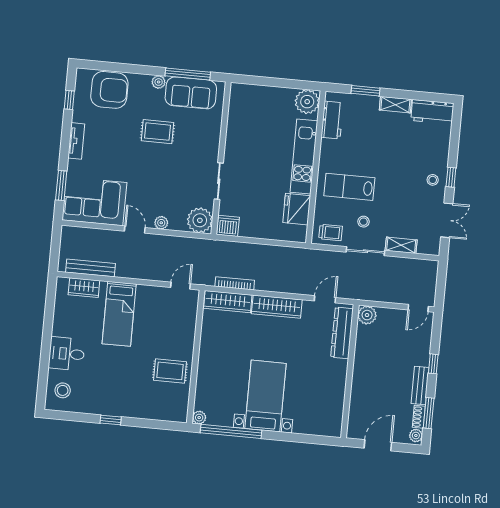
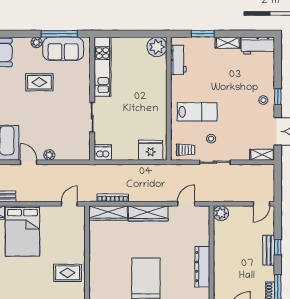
kitchen unit: (304, 157) -> (102, 67), moved, turned 180
lab bench: (349, 187) -> (197, 112), turned 180
fridge: (297, 209) -> (151, 150), moved, turned 90
plant: (200, 220) -> (80, 150), removed
shelving: (401, 245) -> (262, 155), moved
bed: (119, 314) -> (22, 231), width x1.50
dresser: (342, 333) -> (202, 267), moved
bench: (420, 386) -> (269, 250), moved

